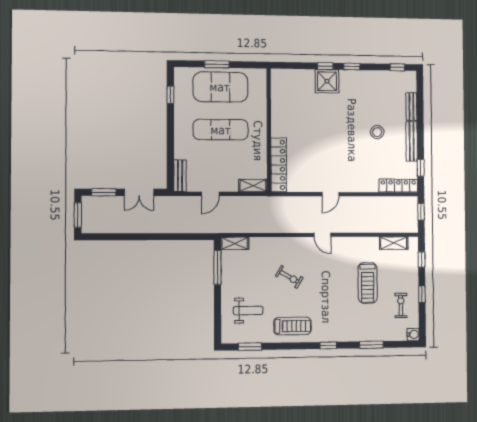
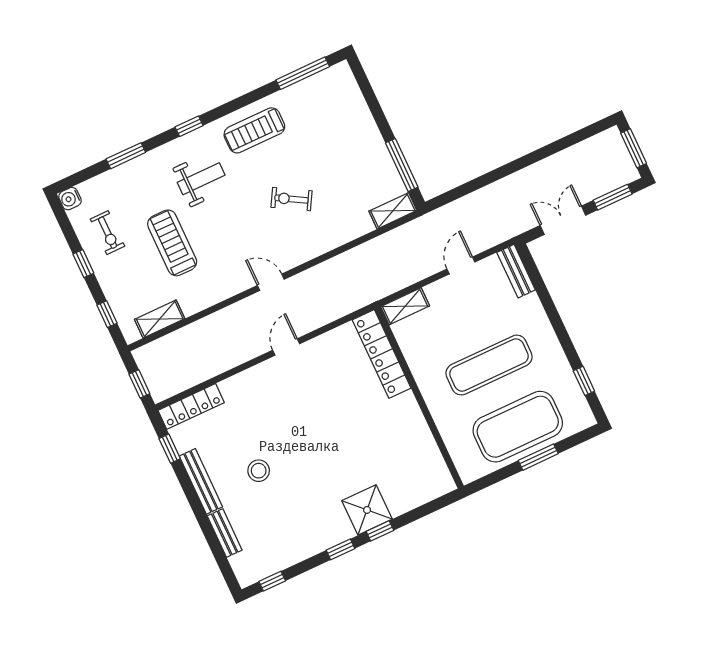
weight bench: (248, 311) -> (201, 179), moved, turned 180
window: (250, 347) -> (303, 73), width x1.44

